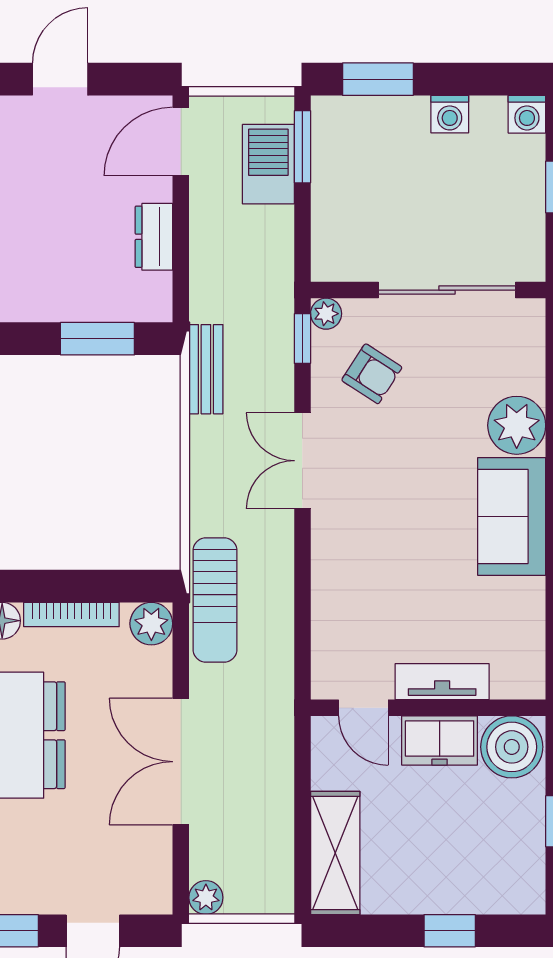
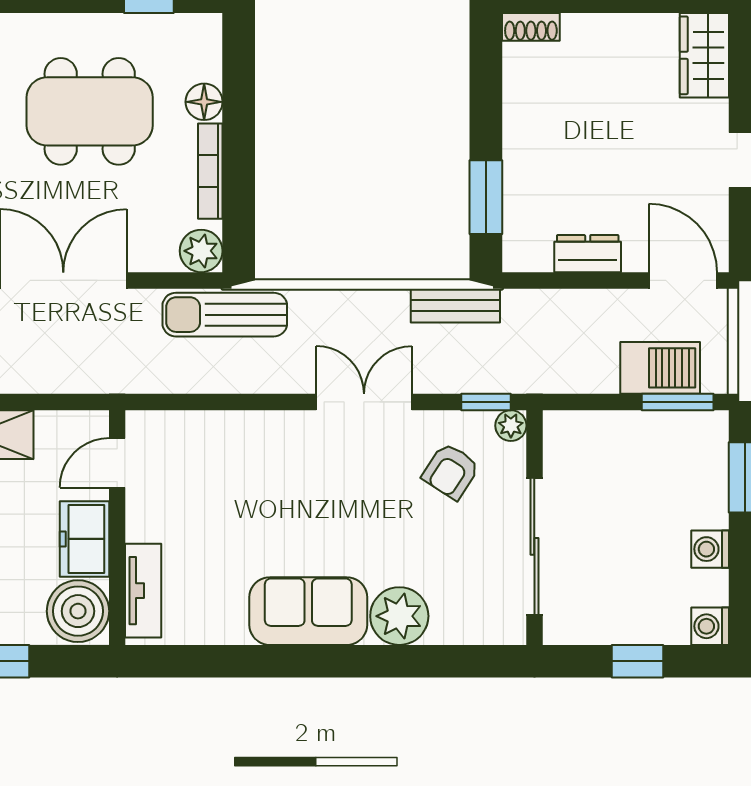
tv unit: (442, 682) -> (143, 591), moved

